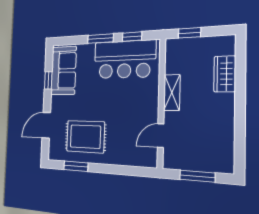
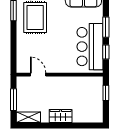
wardrobe: (225, 74) -> (61, 116), moved
shelving: (172, 93) -> (28, 117), moved

